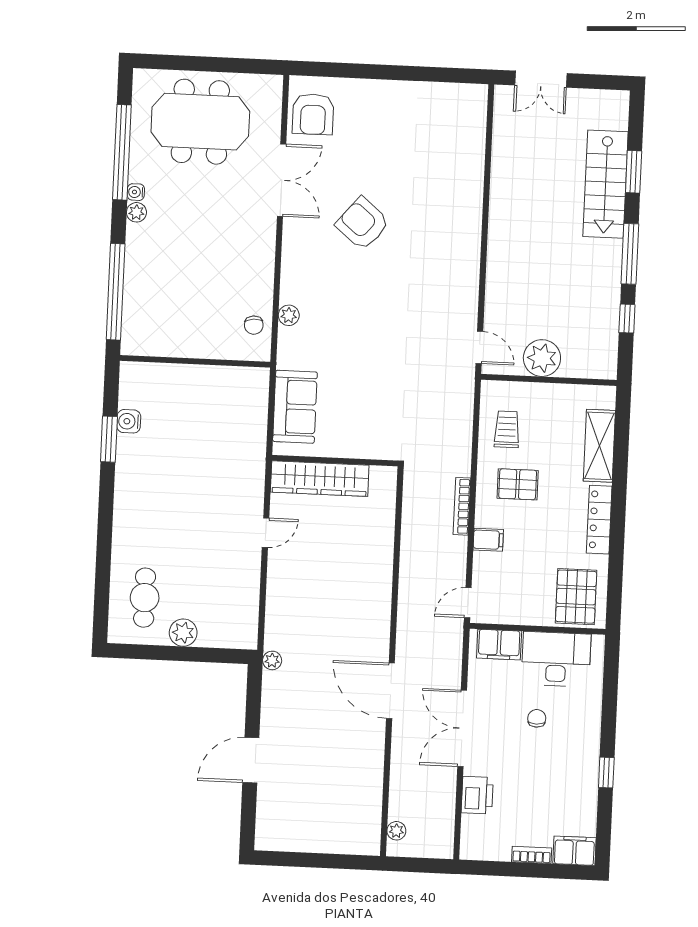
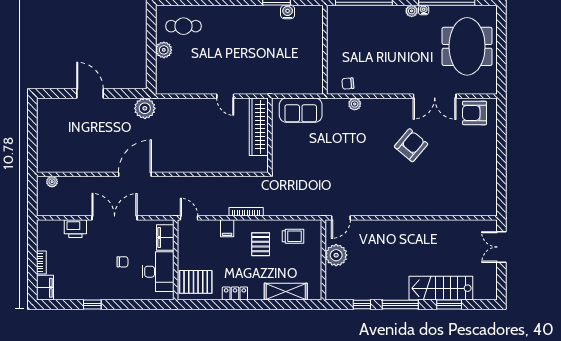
locker: (599, 520) -> (235, 293), width x0.66
plant: (272, 660) -> (145, 108), width x1.88, depth x1.88

